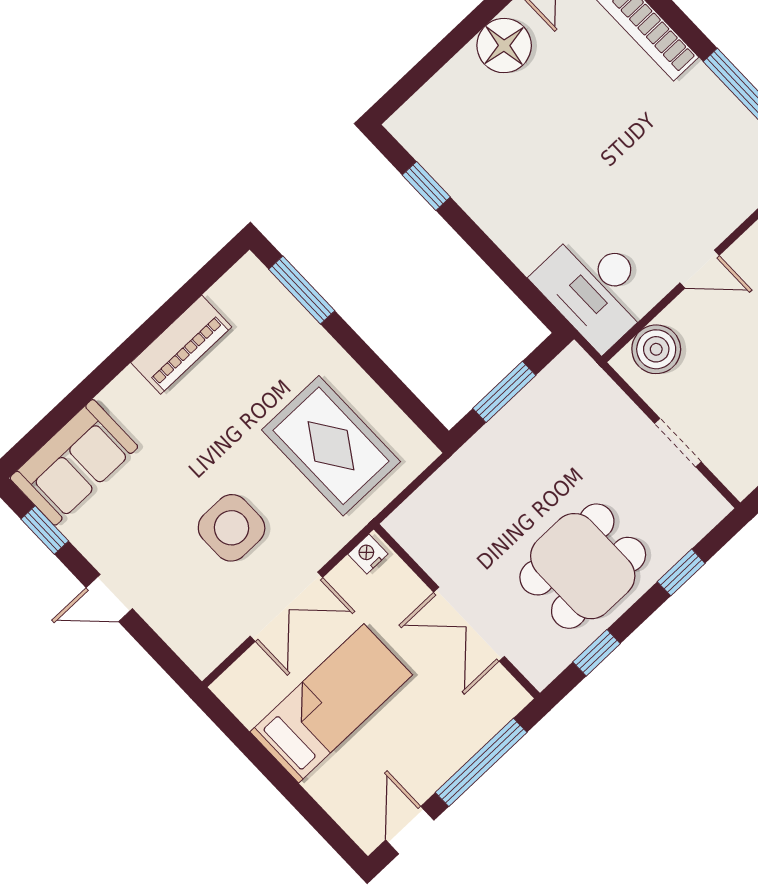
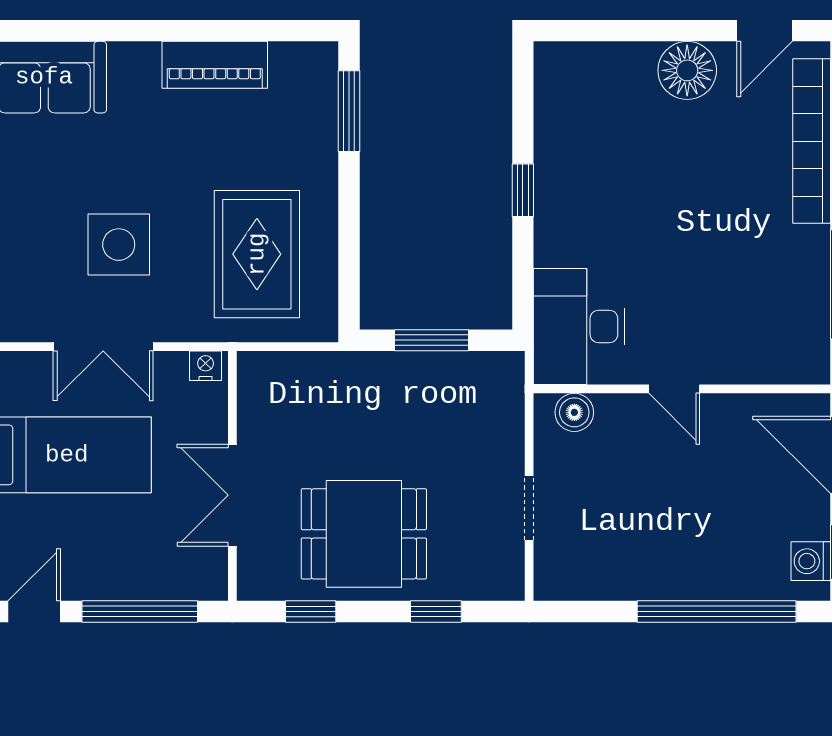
window: (426, 186) -> (523, 190), moved
boiler: (656, 349) -> (574, 412), width x0.73, depth x0.73

